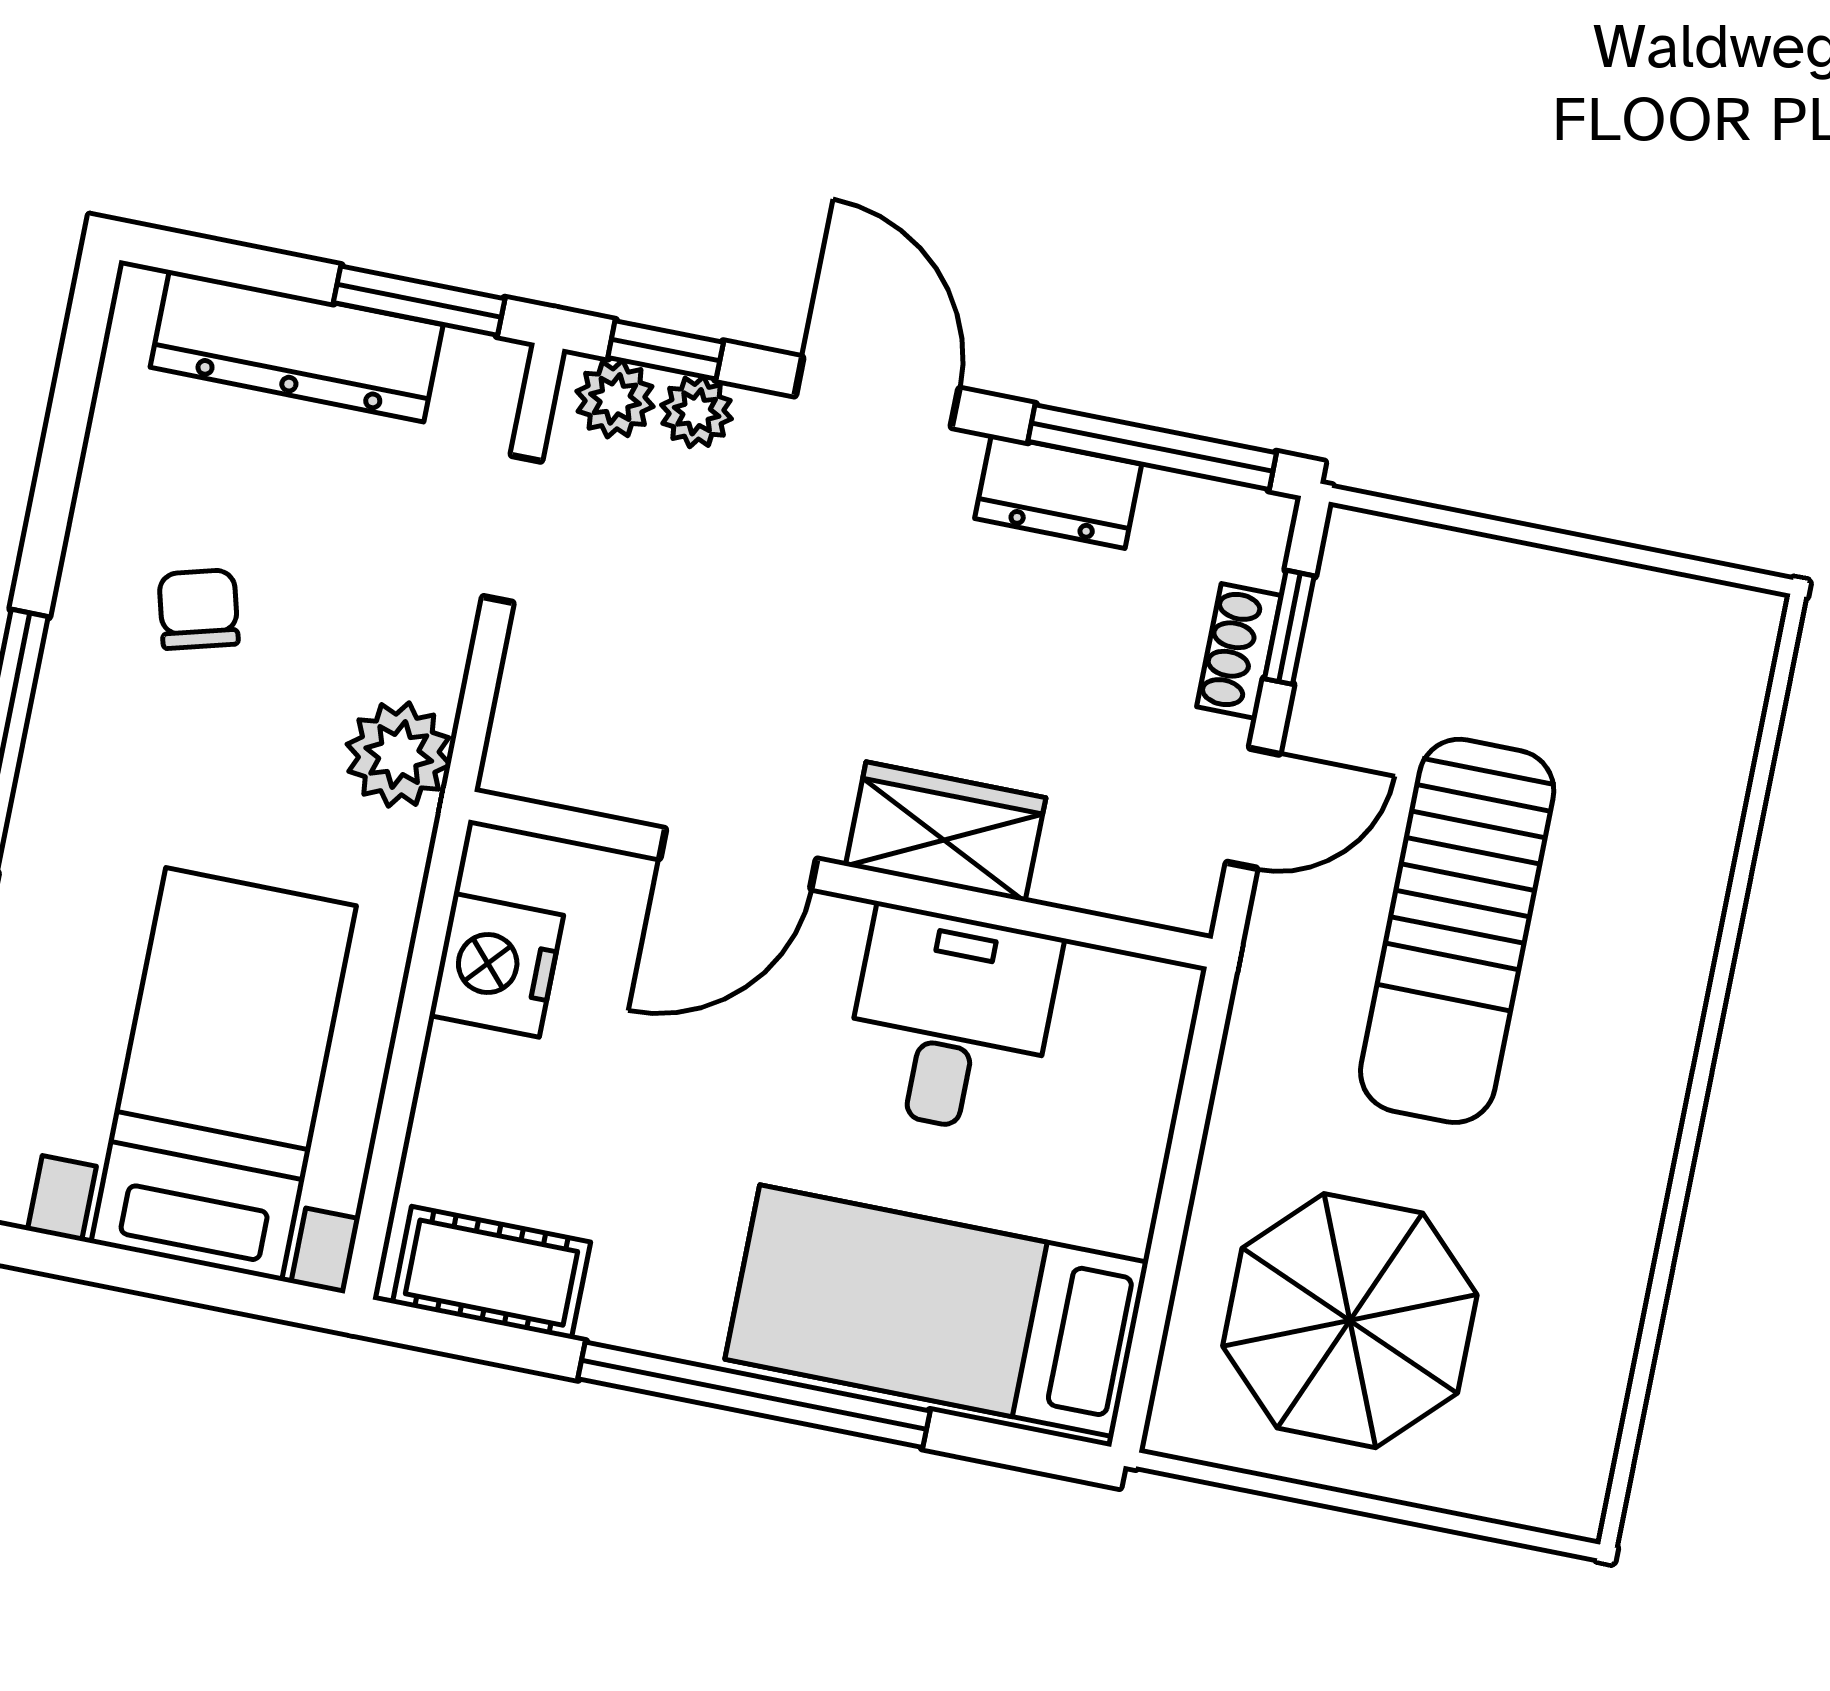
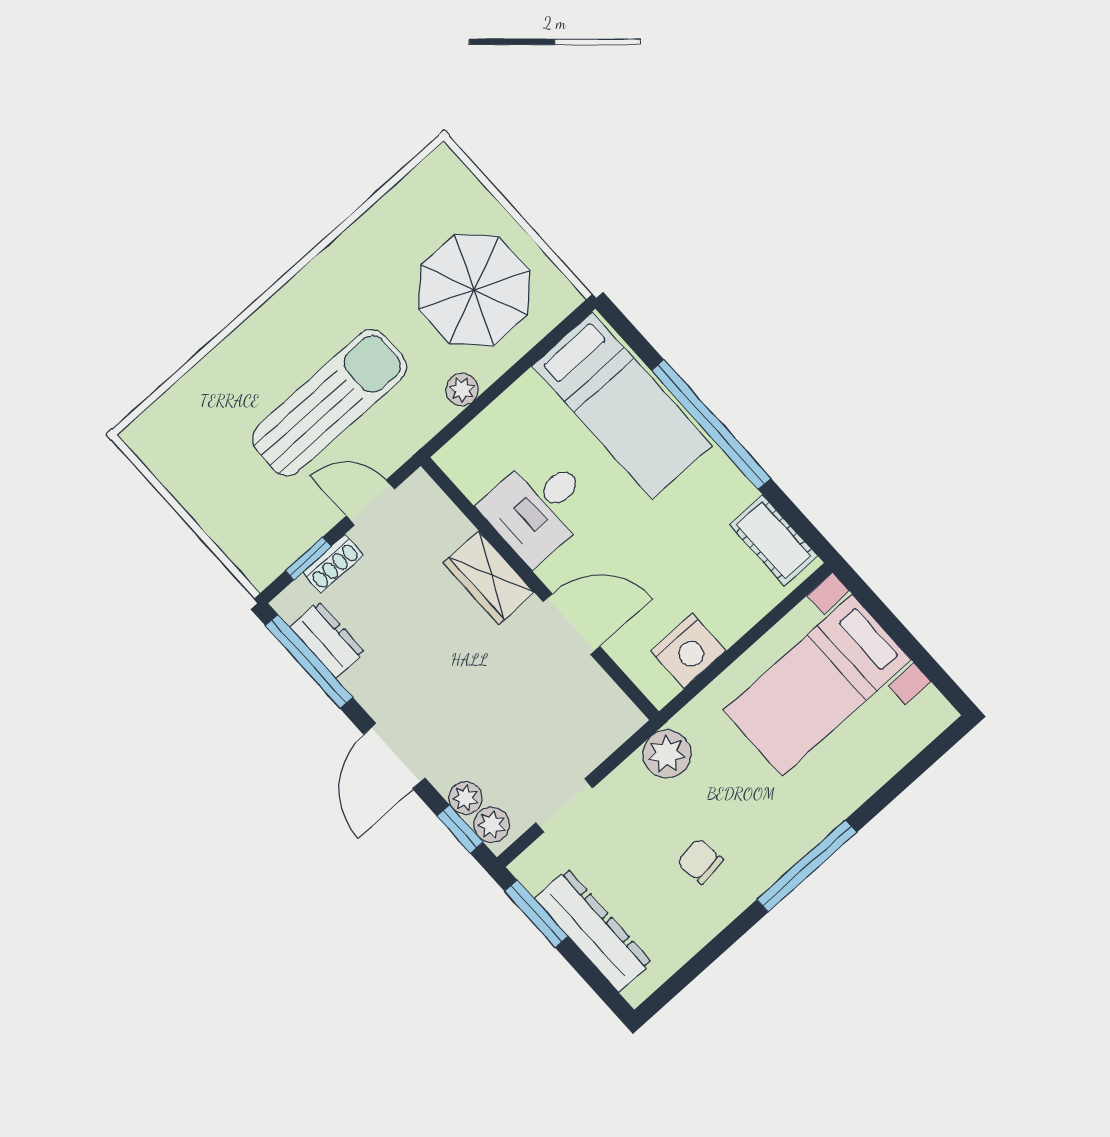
dresser: (1058, 491) -> (327, 640), moved
chair: (199, 609) -> (700, 861), turned 98
plant: (1240, 1129) -> (462, 390), added

